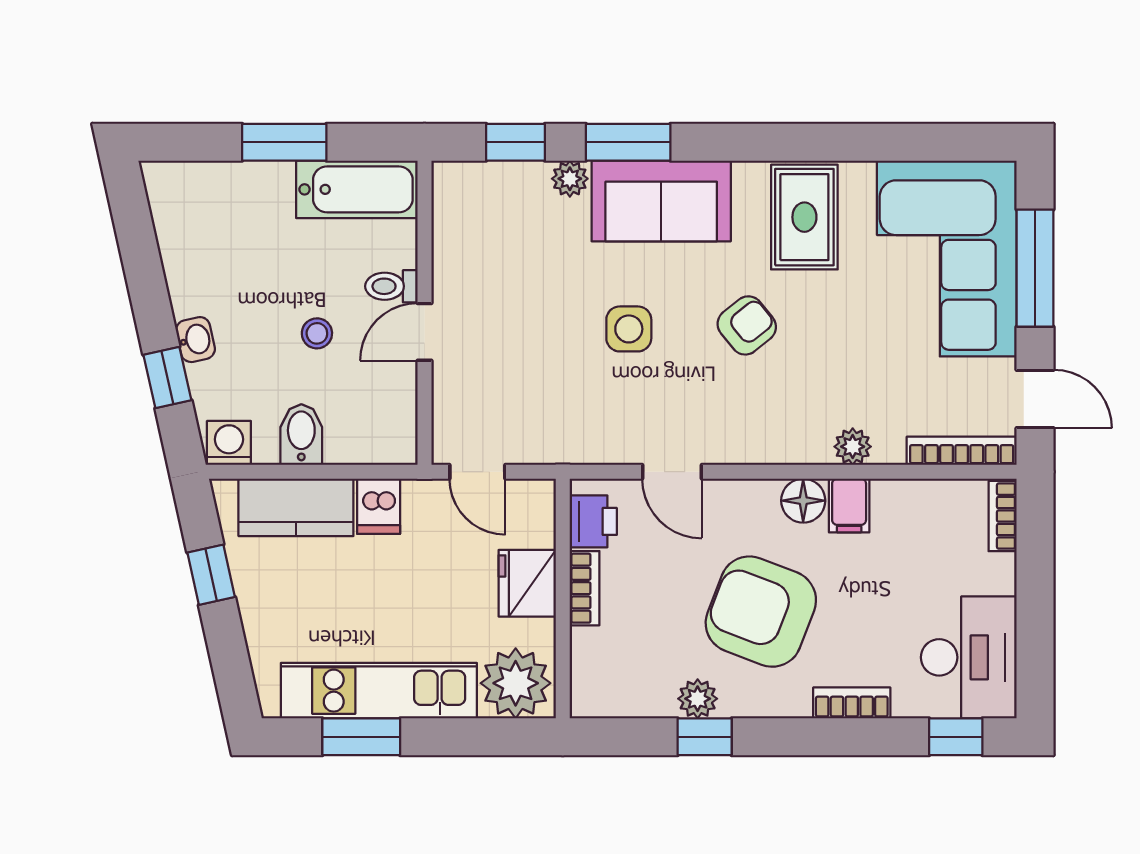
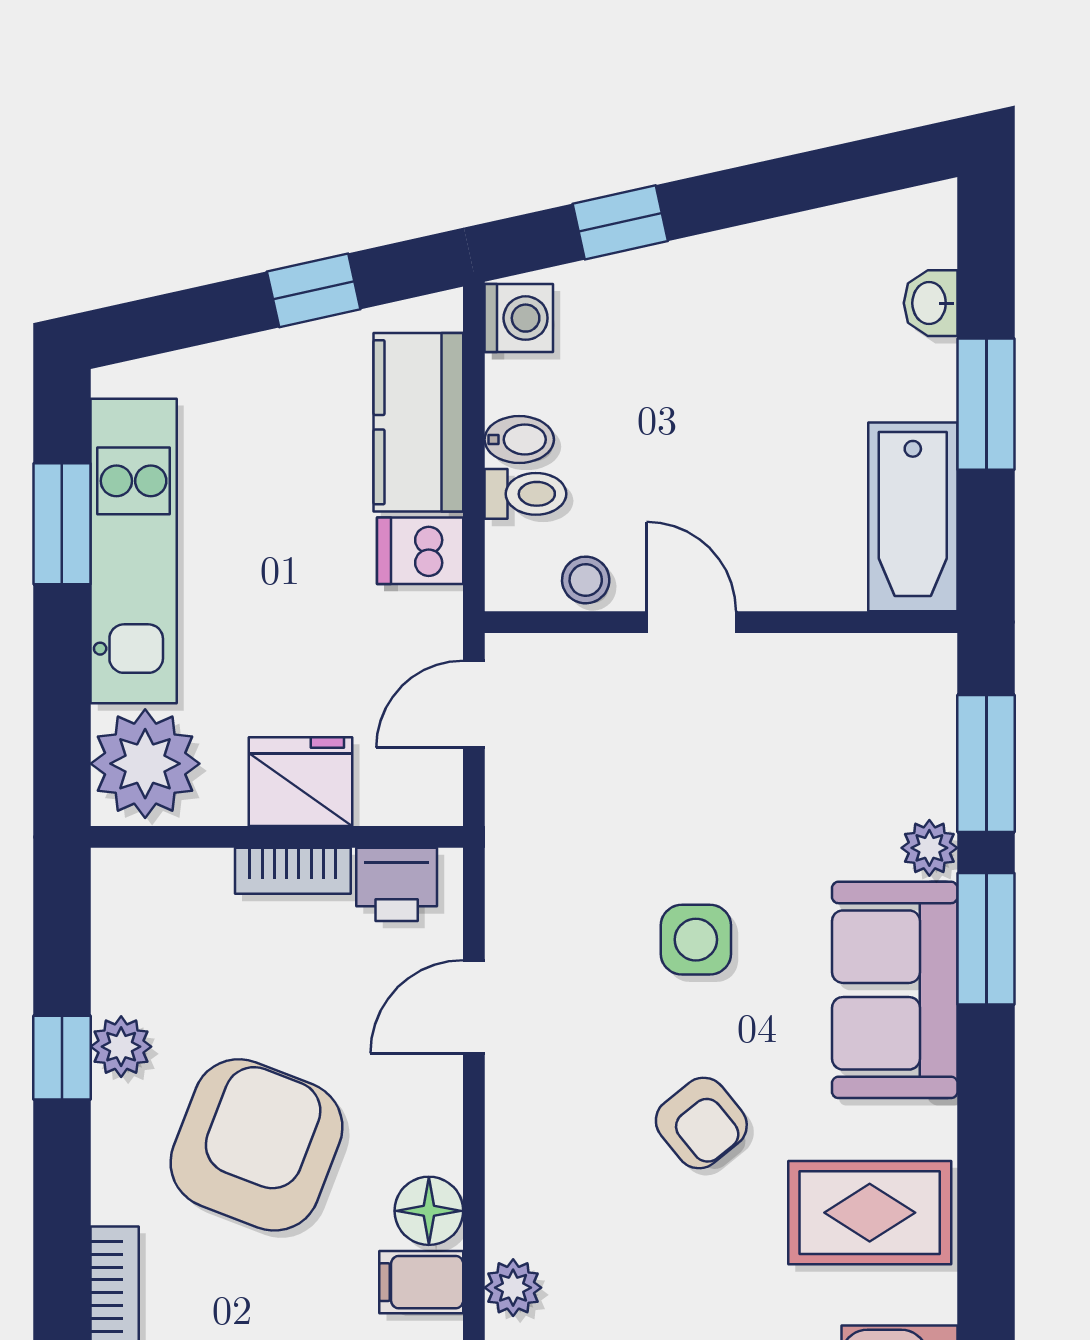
window: (515, 142) -> (986, 763), width x1.50
toilet: (391, 286) -> (525, 494), moved, turned 90
stool: (317, 333) -> (586, 580), moved
washbasin: (195, 340) -> (931, 303), moved, turned 102
bidet: (301, 435) -> (519, 440), width x0.72, depth x0.74

